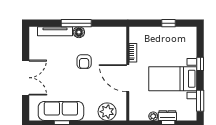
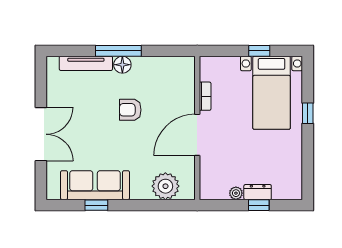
armchair: (84, 62) -> (130, 110), turned 90
door: (128, 78) -> (197, 135), hinge flipped
bed with nightstands: (173, 79) -> (272, 93), moved, turned -90
window: (200, 101) -> (308, 169), removed

